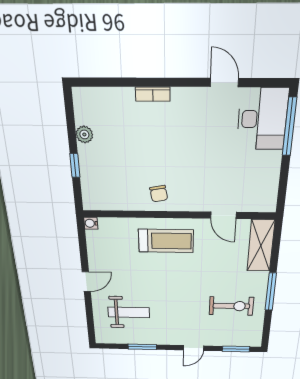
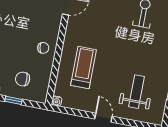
chair: (108, 173) -> (23, 79), added
treadmill: (166, 241) -> (84, 68), moved

